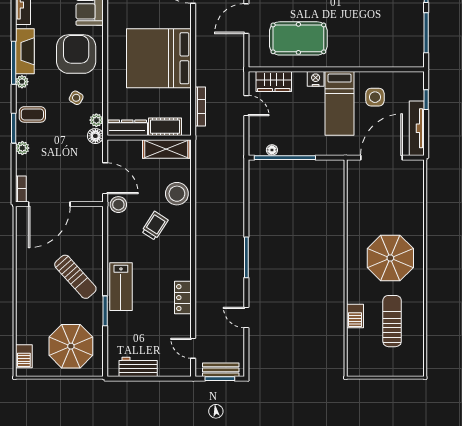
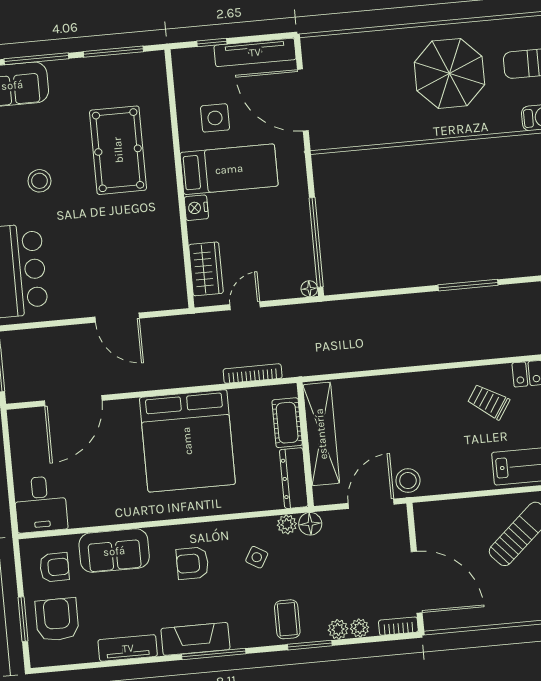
pool table: (298, 38) -> (118, 150), moved
armchair: (76, 54) -> (192, 563), width x0.53, depth x0.53
plant: (22, 82) -> (359, 628), moved
shelving: (166, 149) -> (321, 434), width x1.47
floor lamp: (272, 150) -> (309, 289), moved
stool: (177, 194) -> (384, 396), removed
trolley: (155, 226) -> (489, 402), moved

